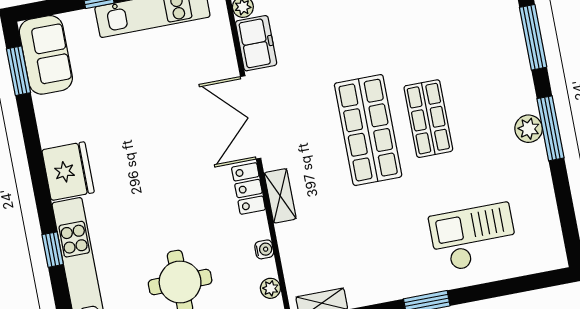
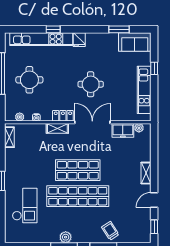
trolley: (494, 28) -> (110, 231), added
window: (19, 71) -> (119, 29), moved
shop shelf: (428, 119) -> (78, 196), width x2.00, depth x1.36
round table: (163, 138) -> (91, 84), added
fridge: (68, 171) -> (79, 40), width x0.53, depth x0.75

